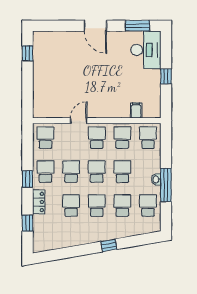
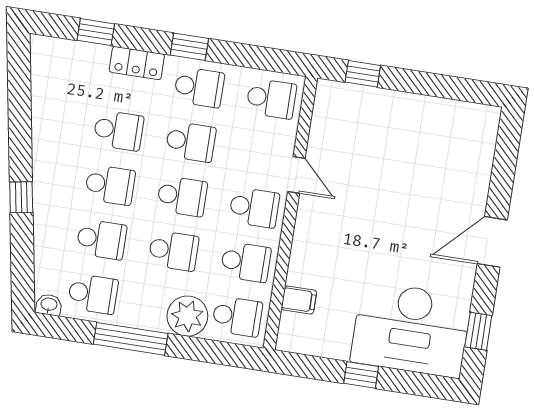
window: (137, 26) -> (478, 331), width x0.67
desk: (146, 50) -> (411, 329), width x1.36, depth x1.30
window: (28, 53) -> (363, 74), moved
plant: (151, 160) -> (187, 316), added
washbasin: (156, 179) -> (49, 305), moved

